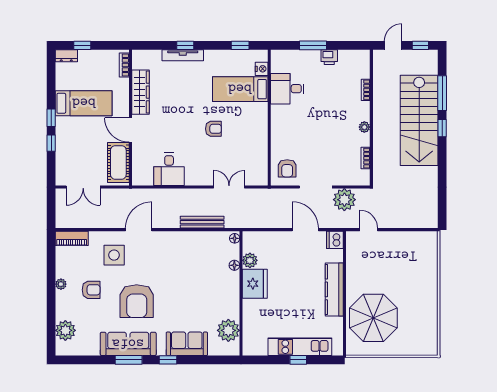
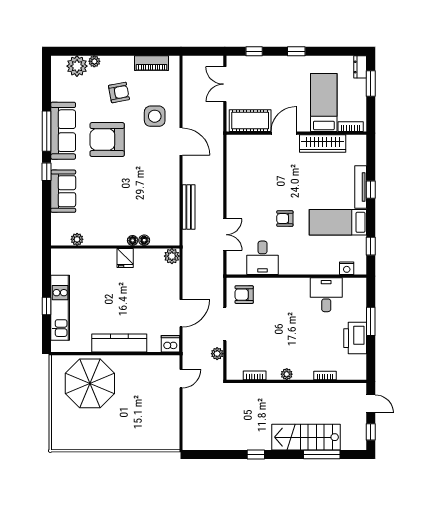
window: (82, 45) -> (371, 83), width x1.50
printer: (329, 57) -> (355, 338), width x1.87, depth x1.48
bed: (240, 89) -> (338, 222), moved, turned -90
bed: (84, 103) -> (324, 102), moved, turned 180
stairs: (419, 120) -> (306, 437), width x0.73, depth x0.66
window: (442, 128) -> (256, 454), moved
armchair: (213, 129) -> (285, 219), turned 90
window: (51, 143) -> (254, 51), moved
desk: (169, 169) -> (263, 258), moved, turned -90
plant: (344, 200) -> (217, 354), width x0.53, depth x0.53
piano: (72, 238) -> (152, 63), moved, turned -90
floor lamp: (235, 238) -> (133, 240), moved
plant: (250, 260) -> (172, 256), moved
plant: (61, 284) -> (94, 61), moved
fridge: (255, 284) -> (125, 258), width x0.53, depth x0.75
armchair: (91, 290) -> (119, 93), turned -101
plant: (228, 330) -> (77, 239), width x0.53, depth x0.53
window: (129, 360) -> (47, 131), width x1.44

